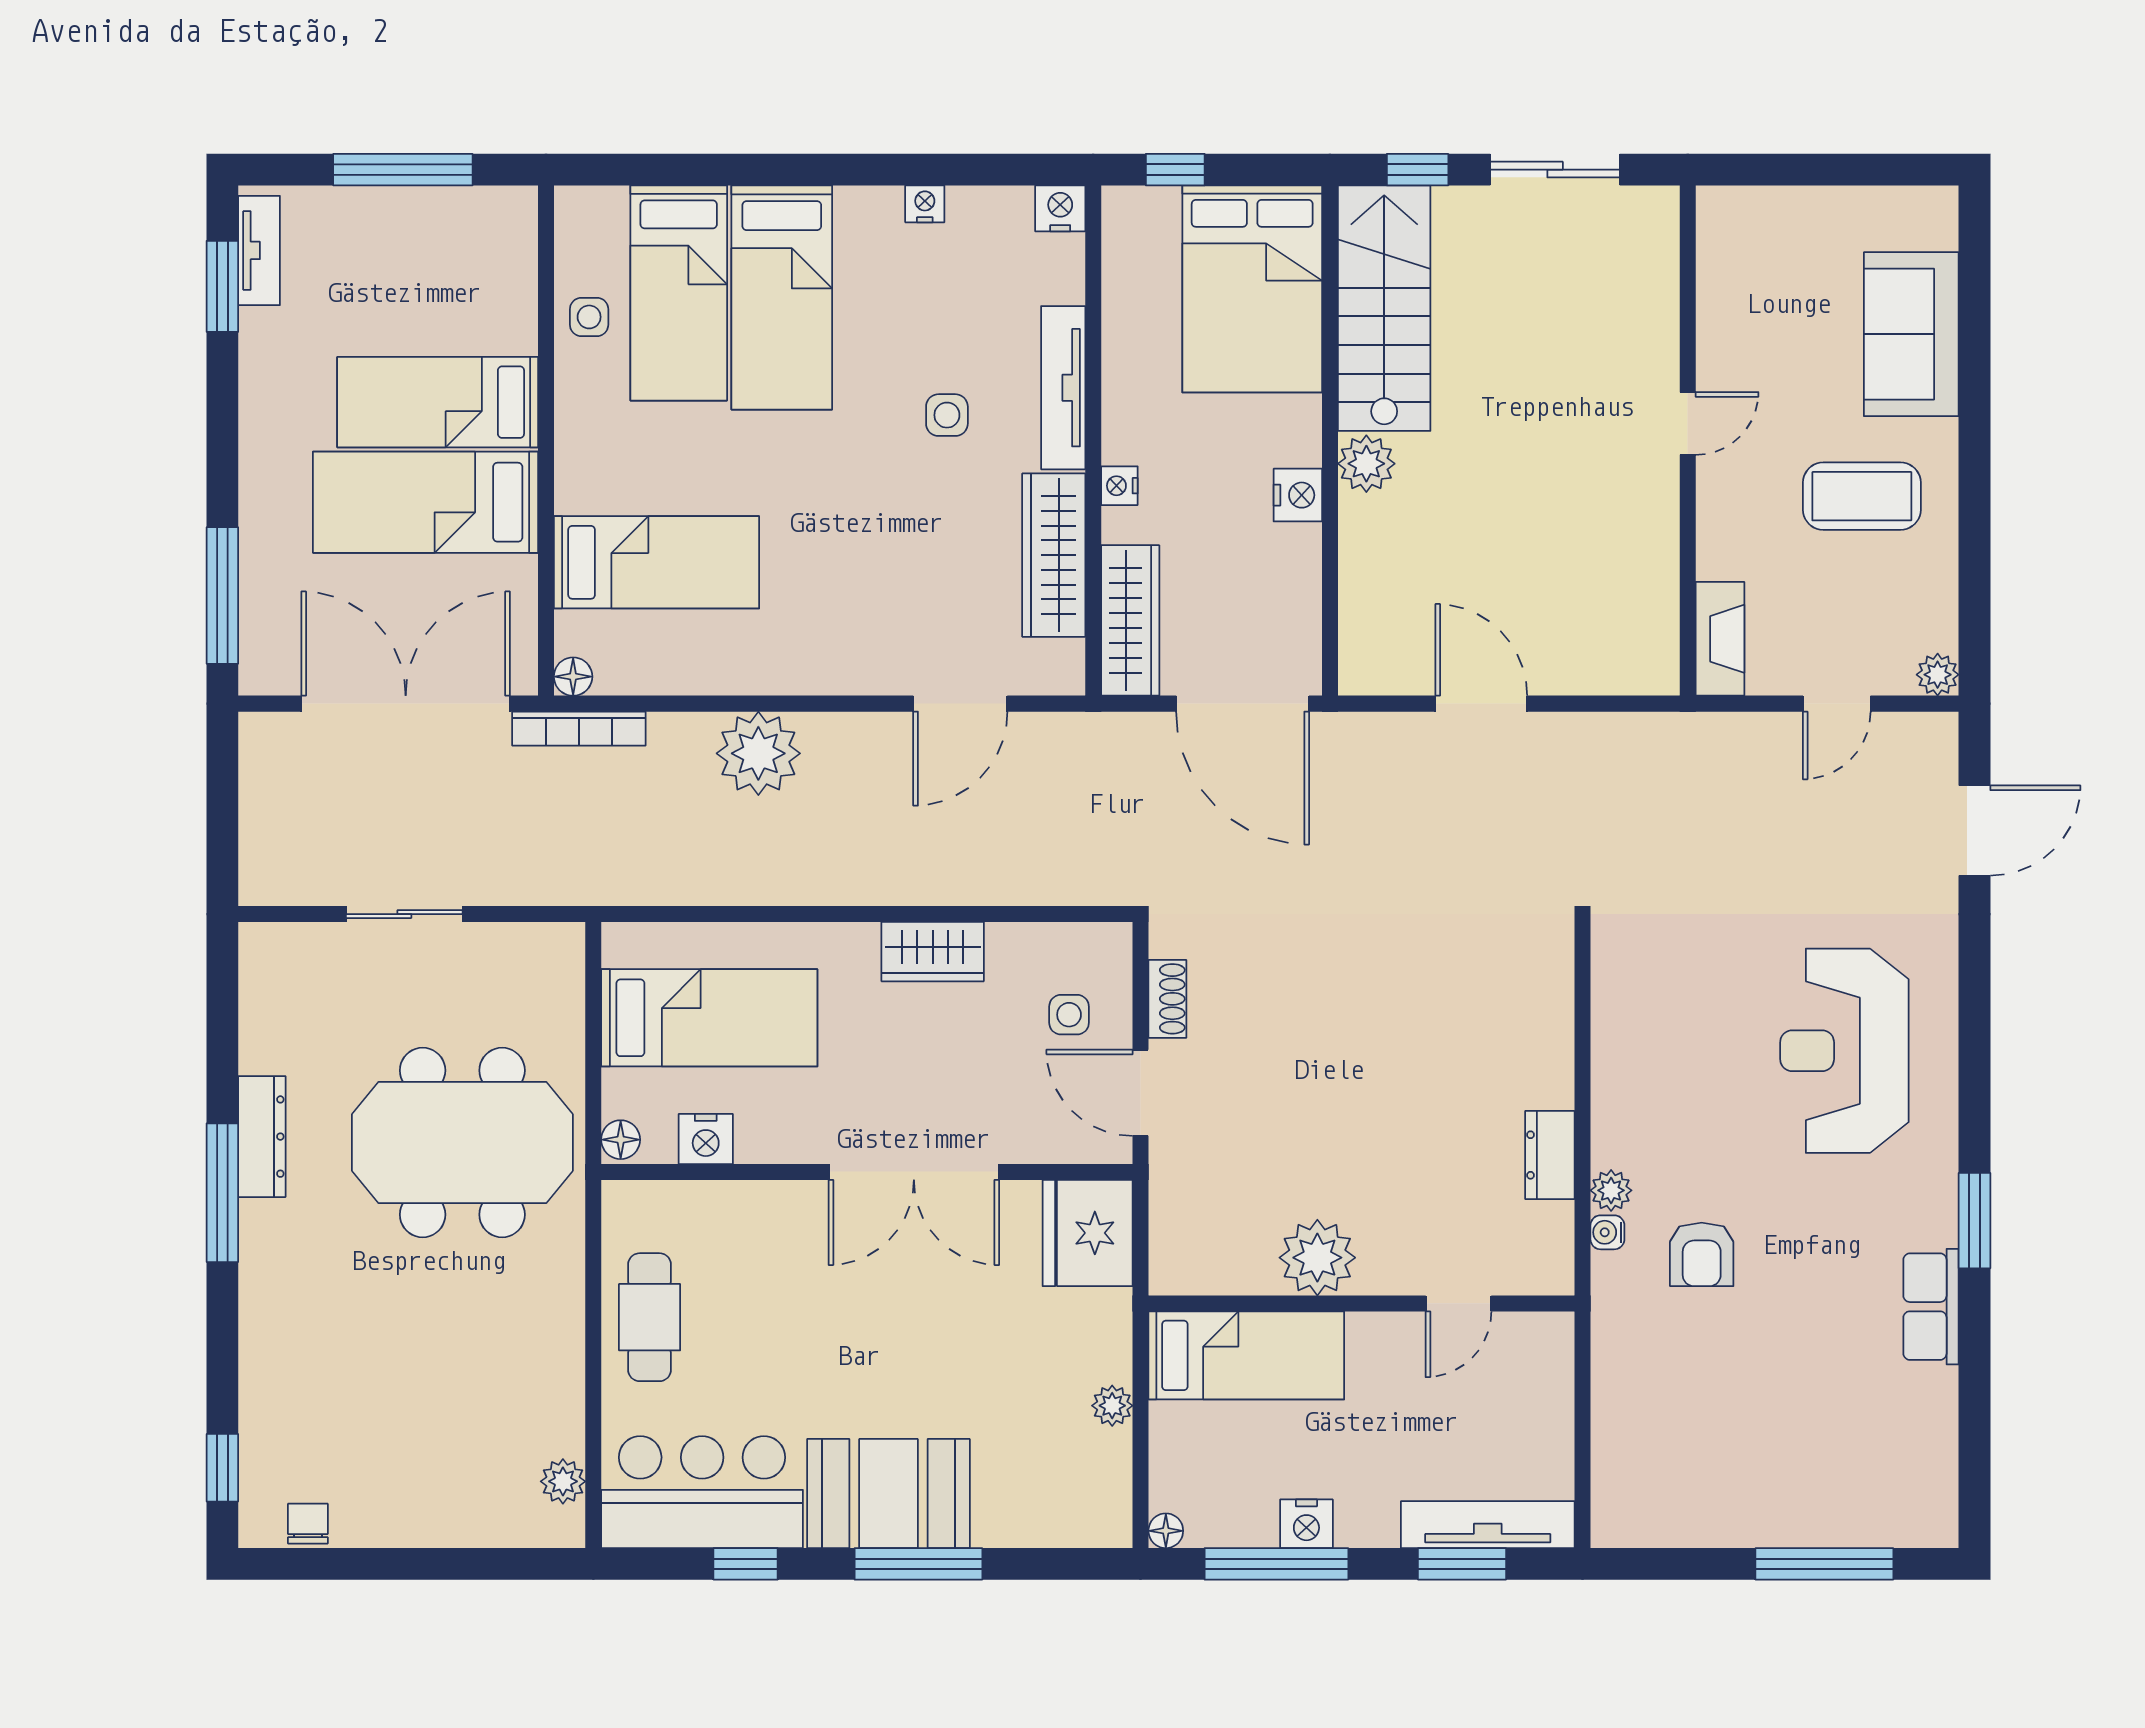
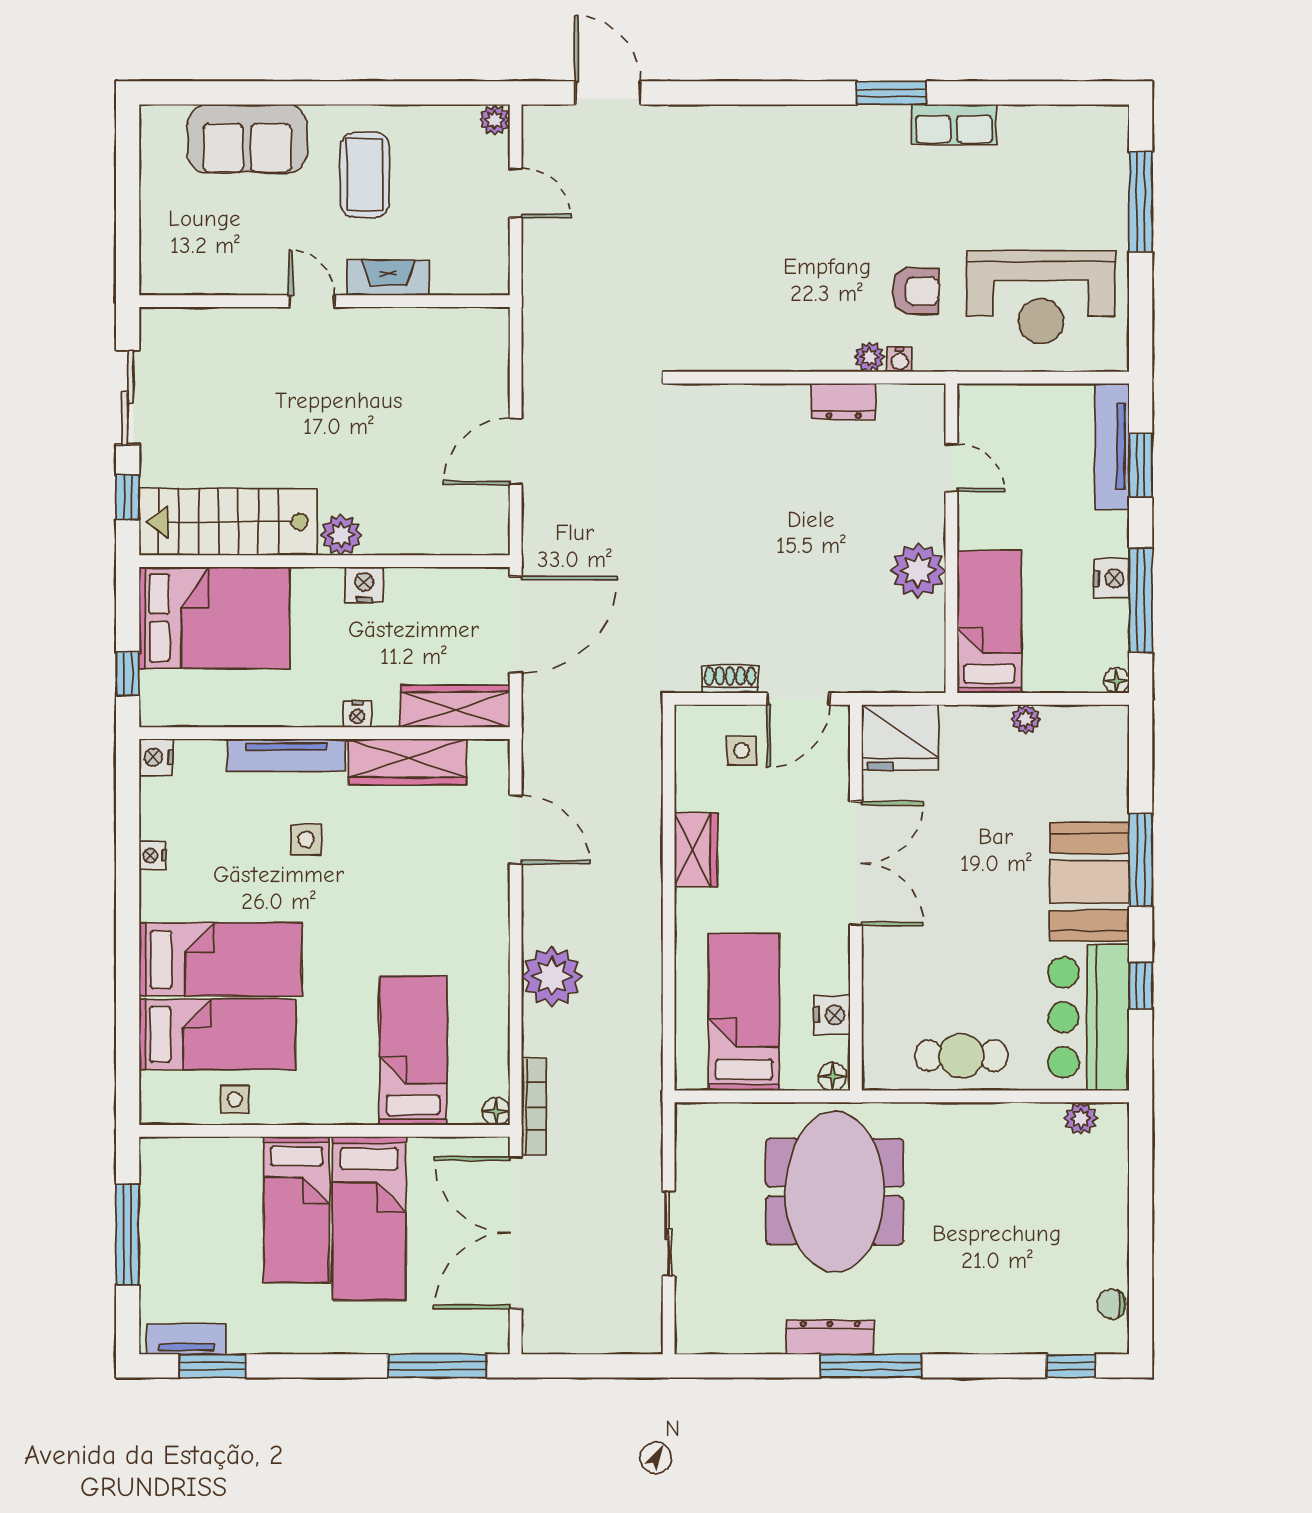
fireplace: (1720, 639) -> (388, 278), moved
reception desk: (1844, 1051) -> (1041, 297), moved

